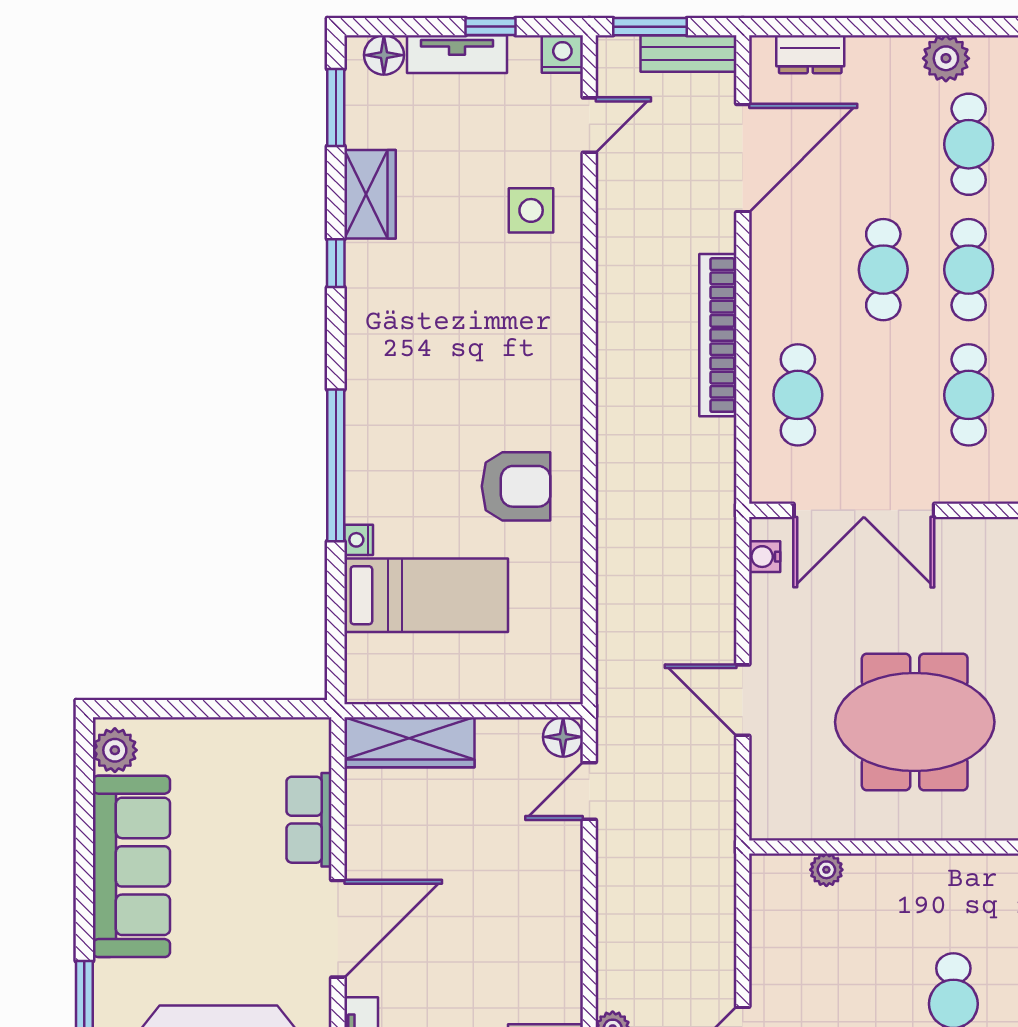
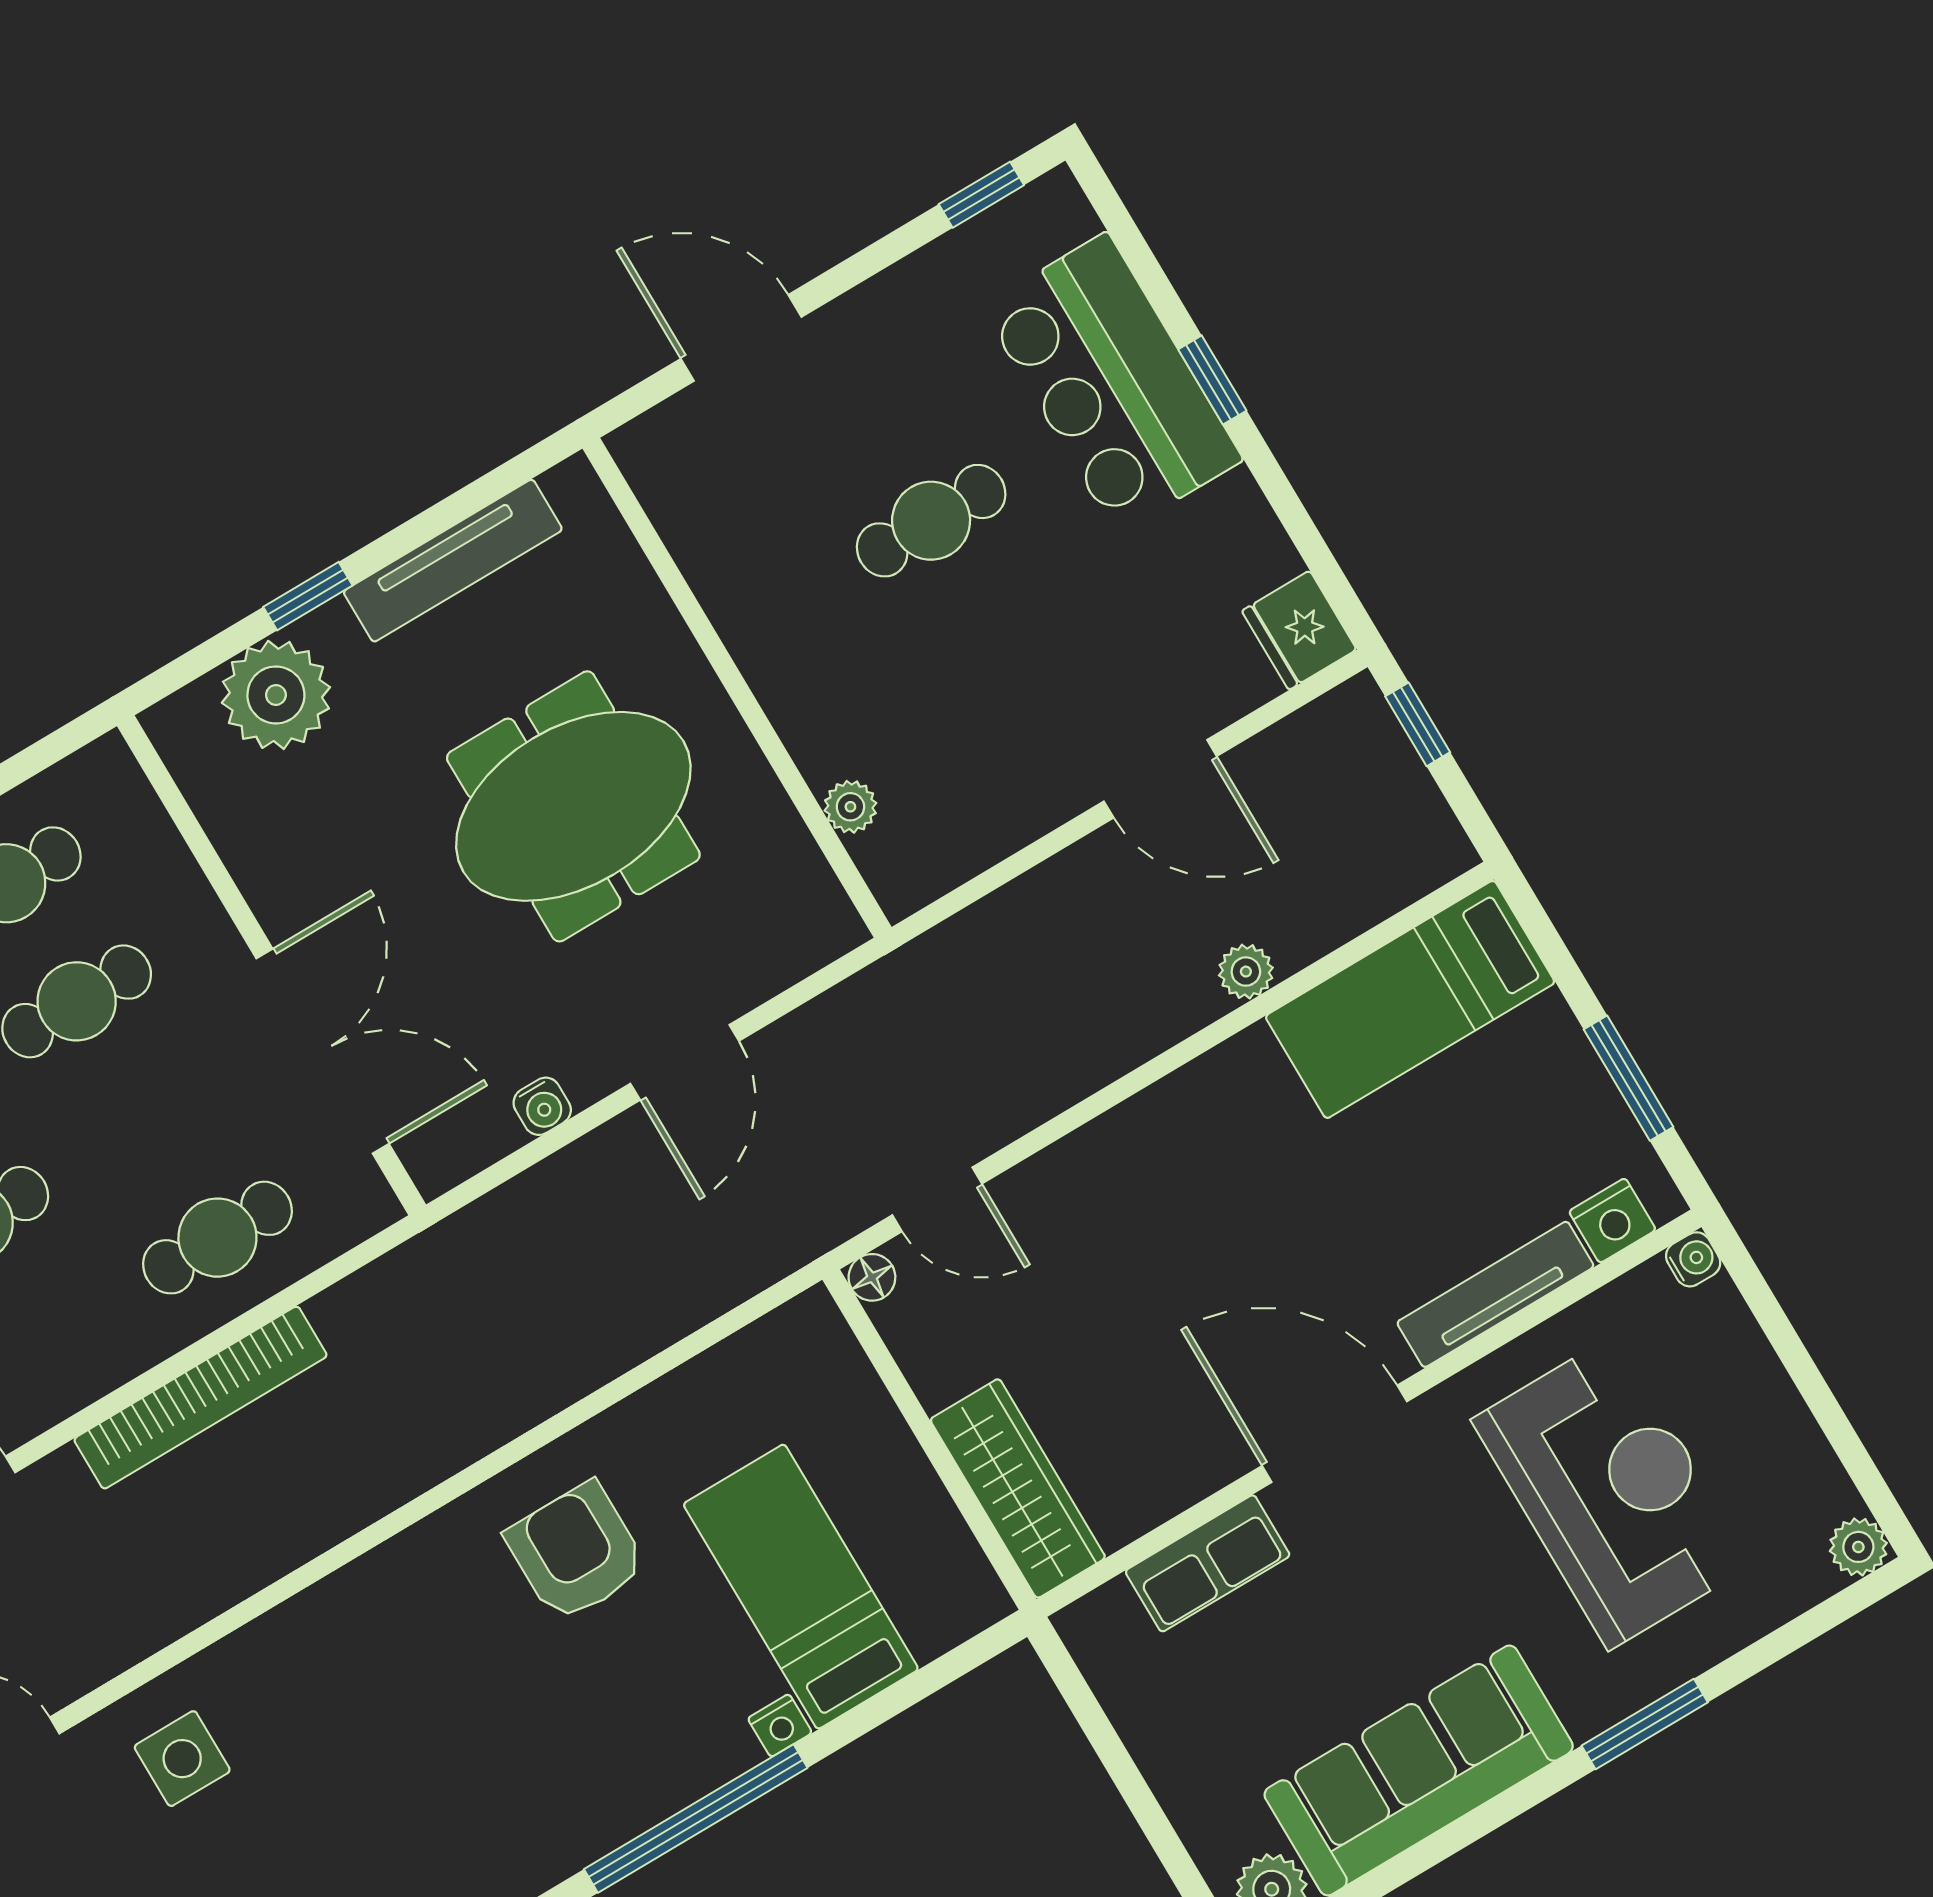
water cooler: (765, 557) -> (542, 1106), moved
meeting table: (915, 722) -> (573, 806), turned 90
floor lamp: (563, 737) -> (872, 1277), width x0.73, depth x0.73

